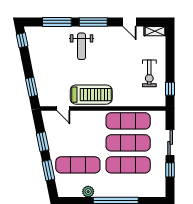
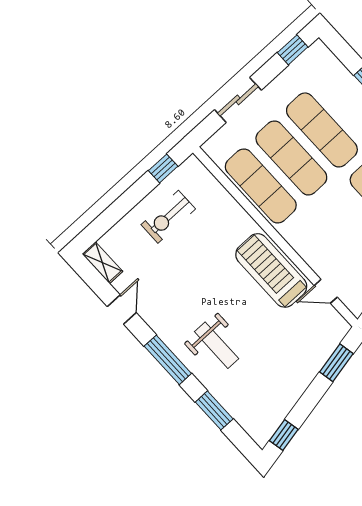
window: (57, 22) -> (214, 410), width x0.69
weight bench: (82, 46) -> (217, 345), turned 90
exercise bike: (149, 73) -> (168, 217), turned 180
door: (63, 108) -> (326, 291), swing flipped
window: (170, 170) -> (293, 50), moved

